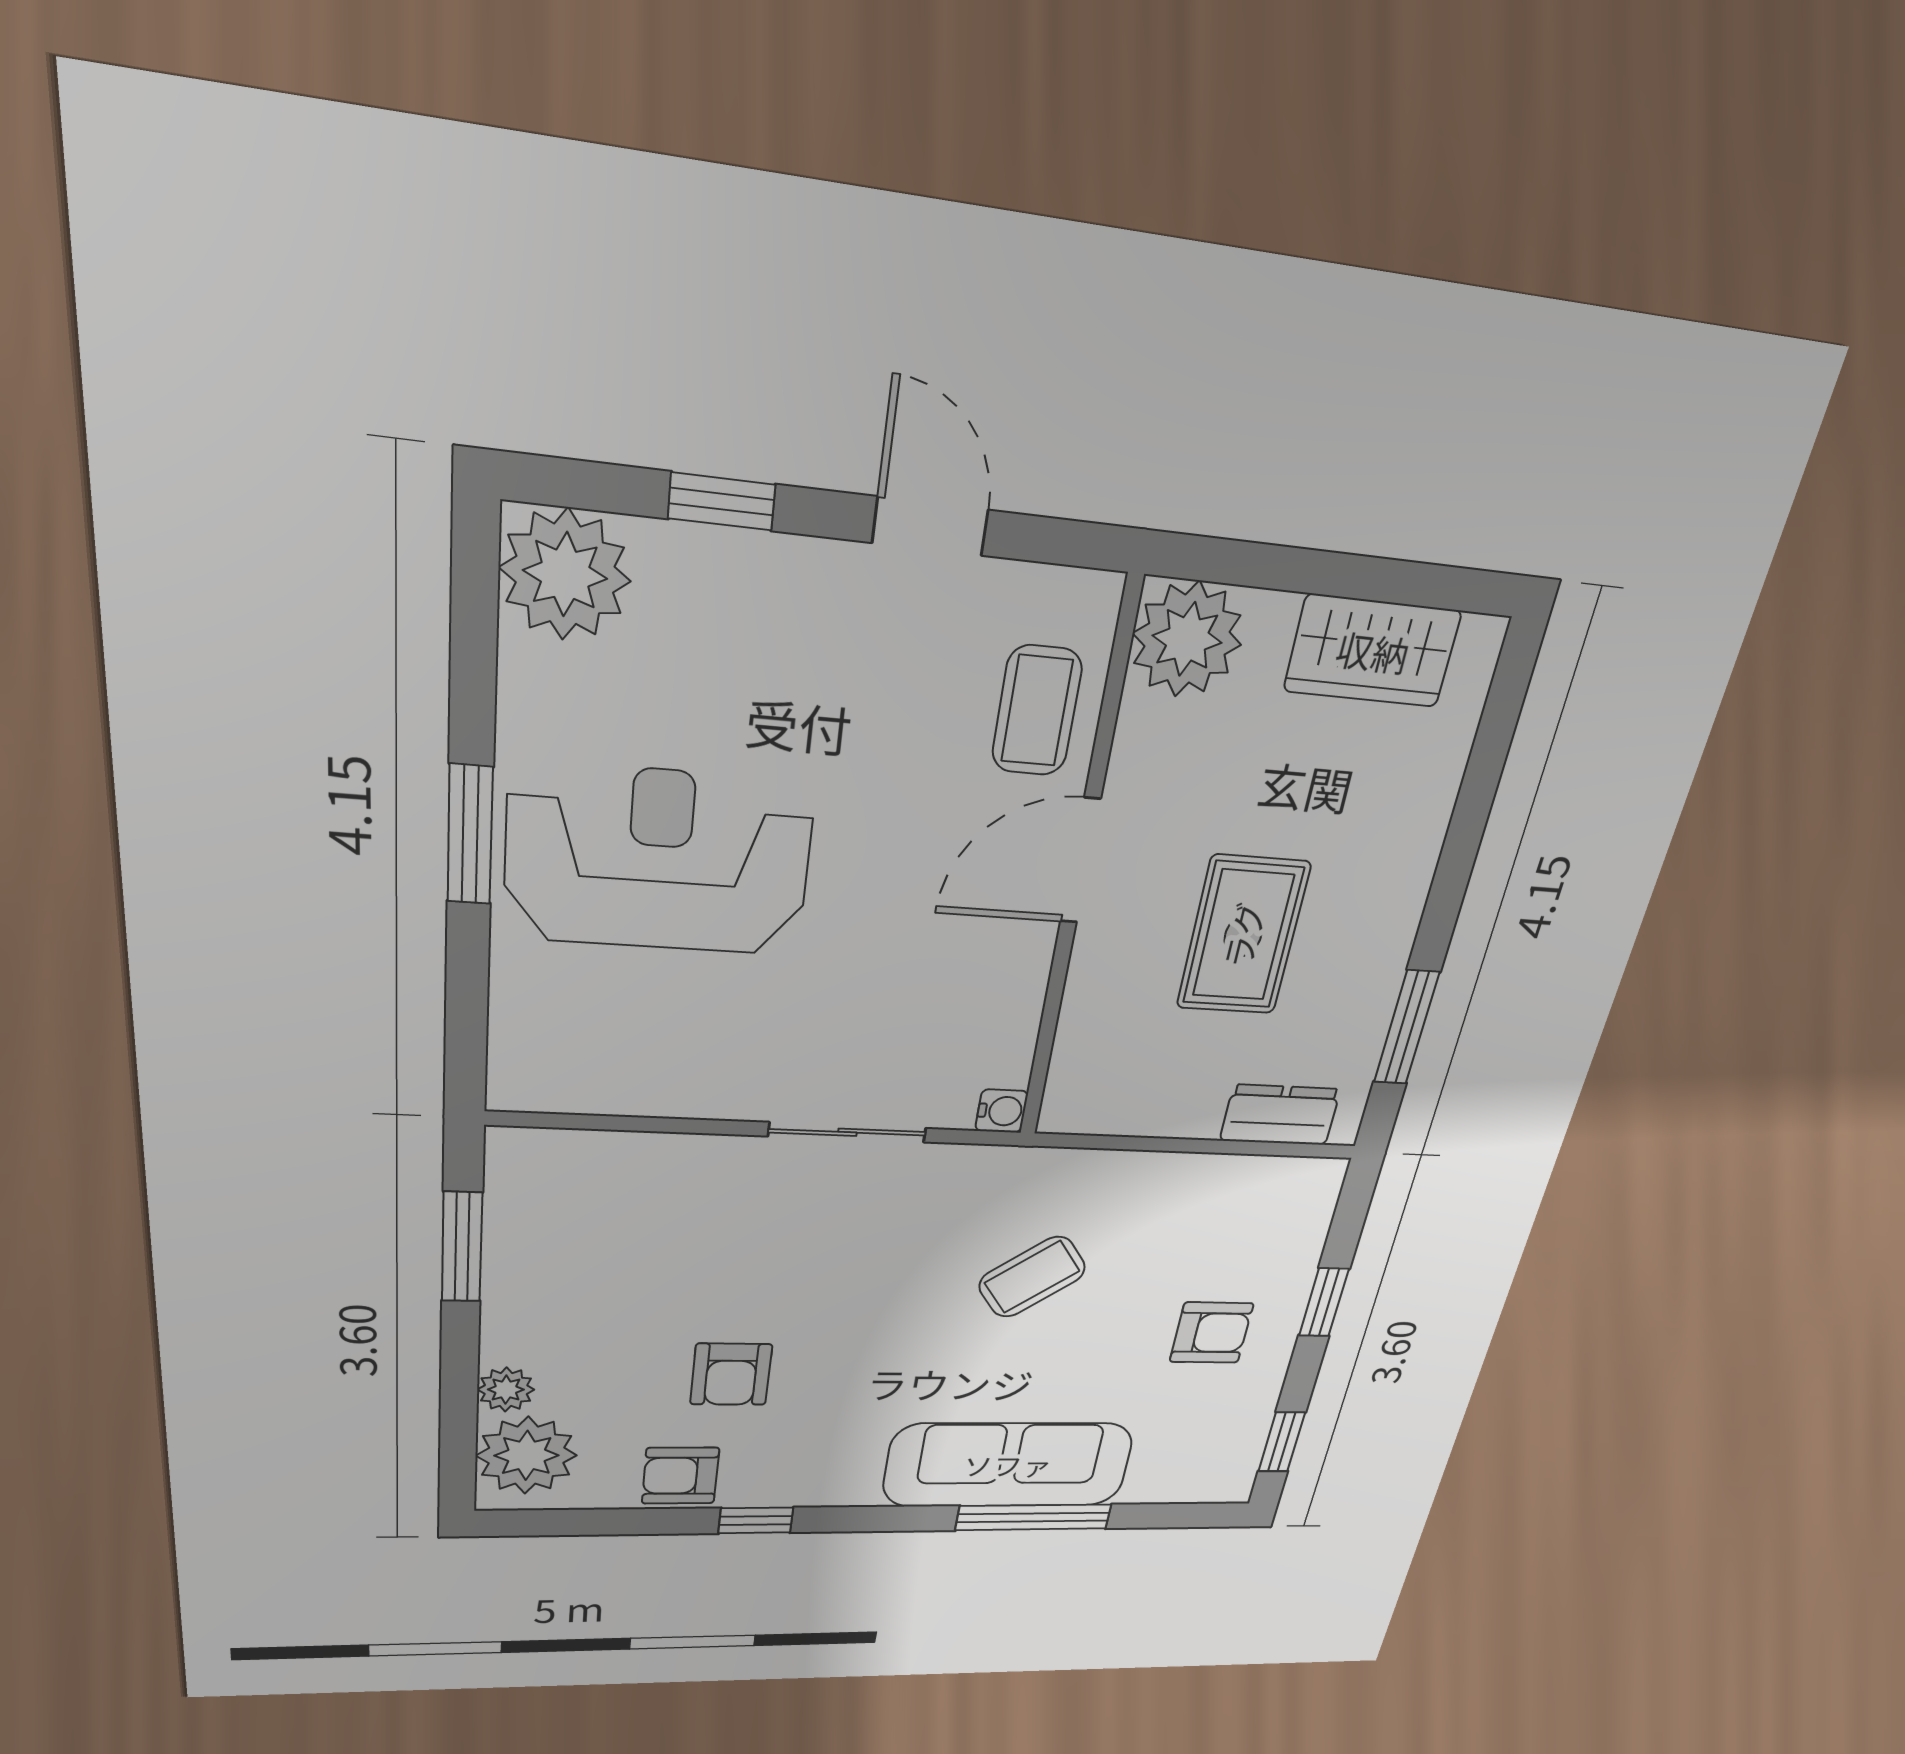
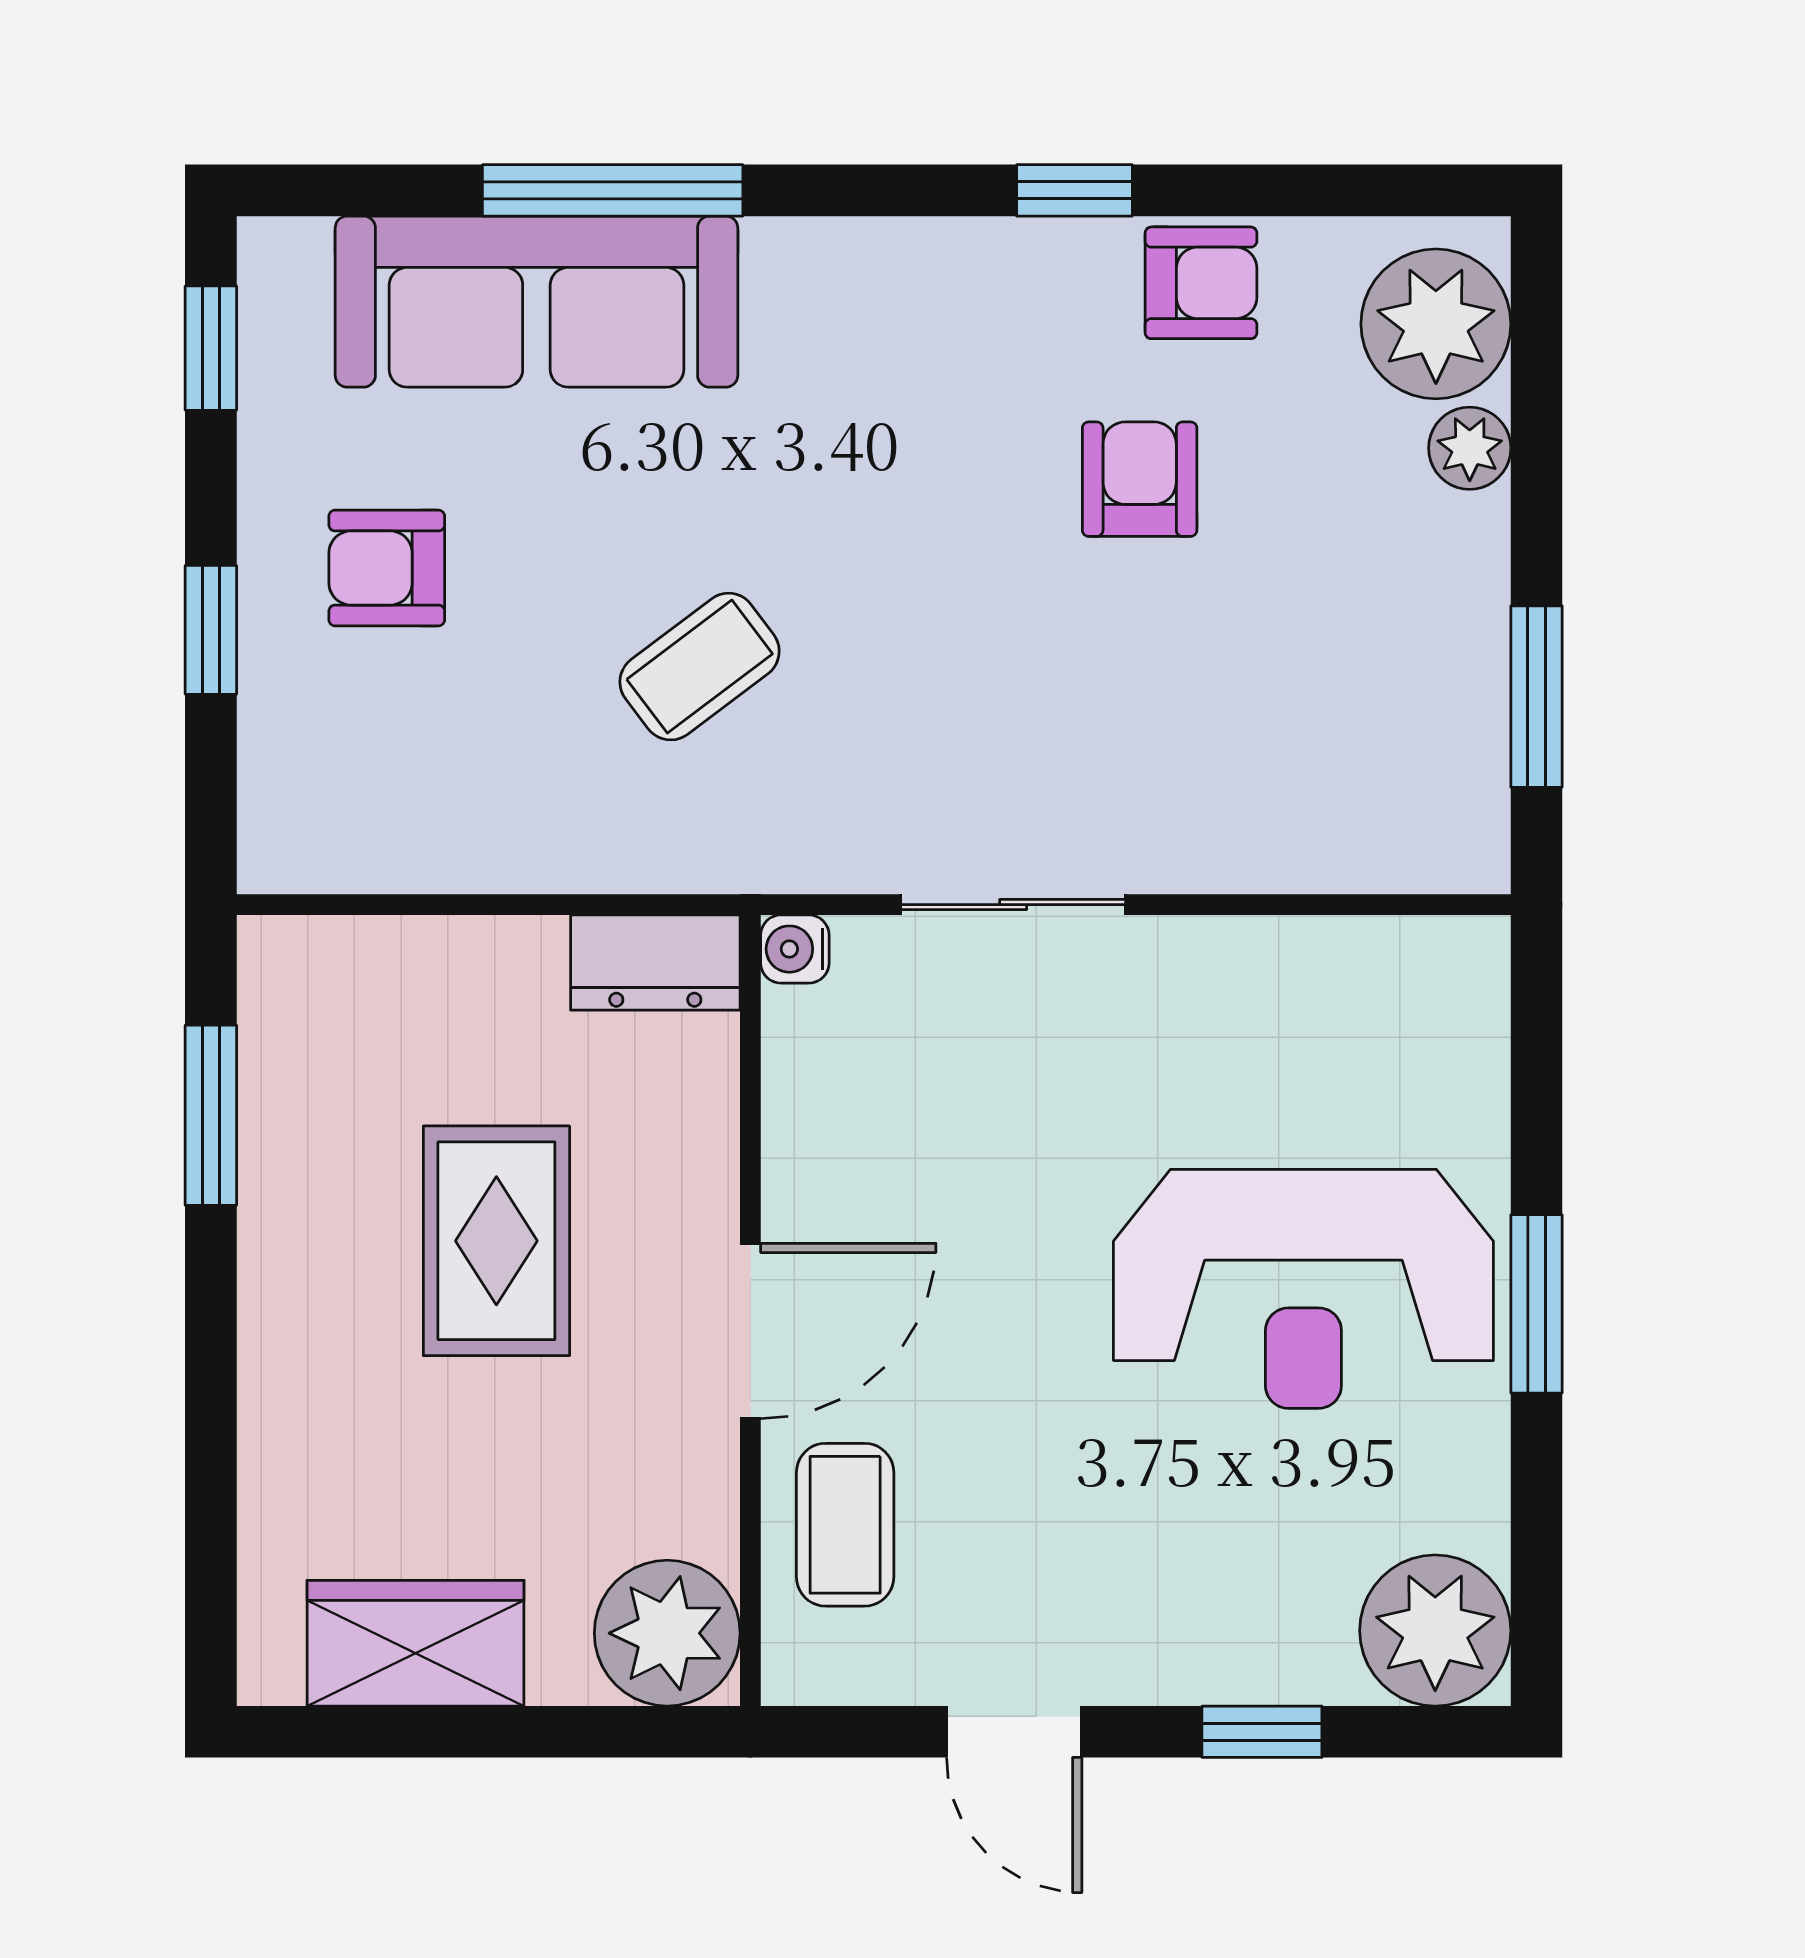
dresser: (1280, 1115) -> (655, 963), moved
sofa: (1008, 1465) -> (536, 302), moved

